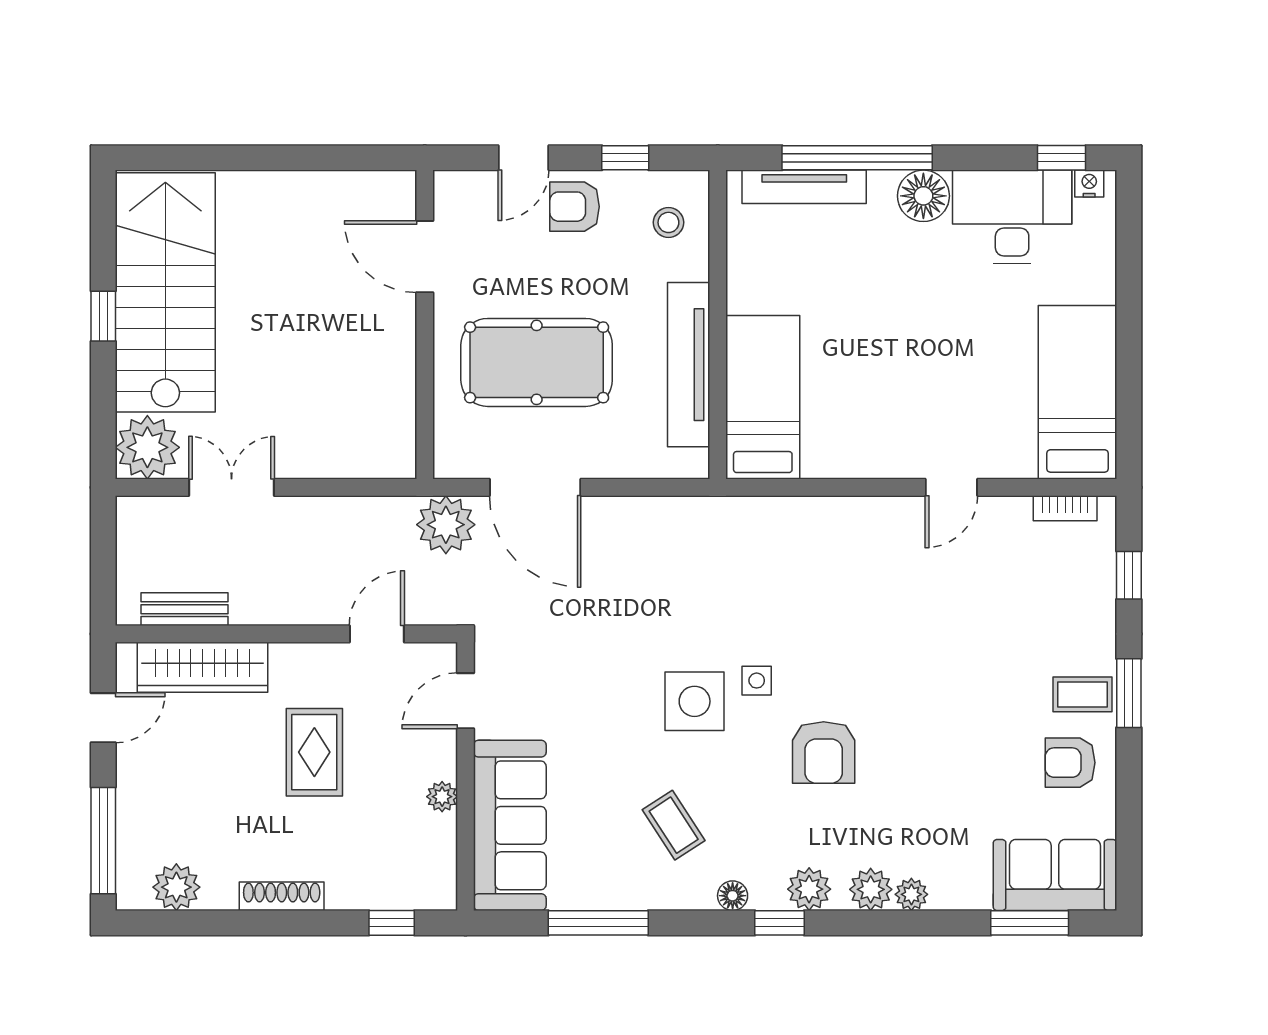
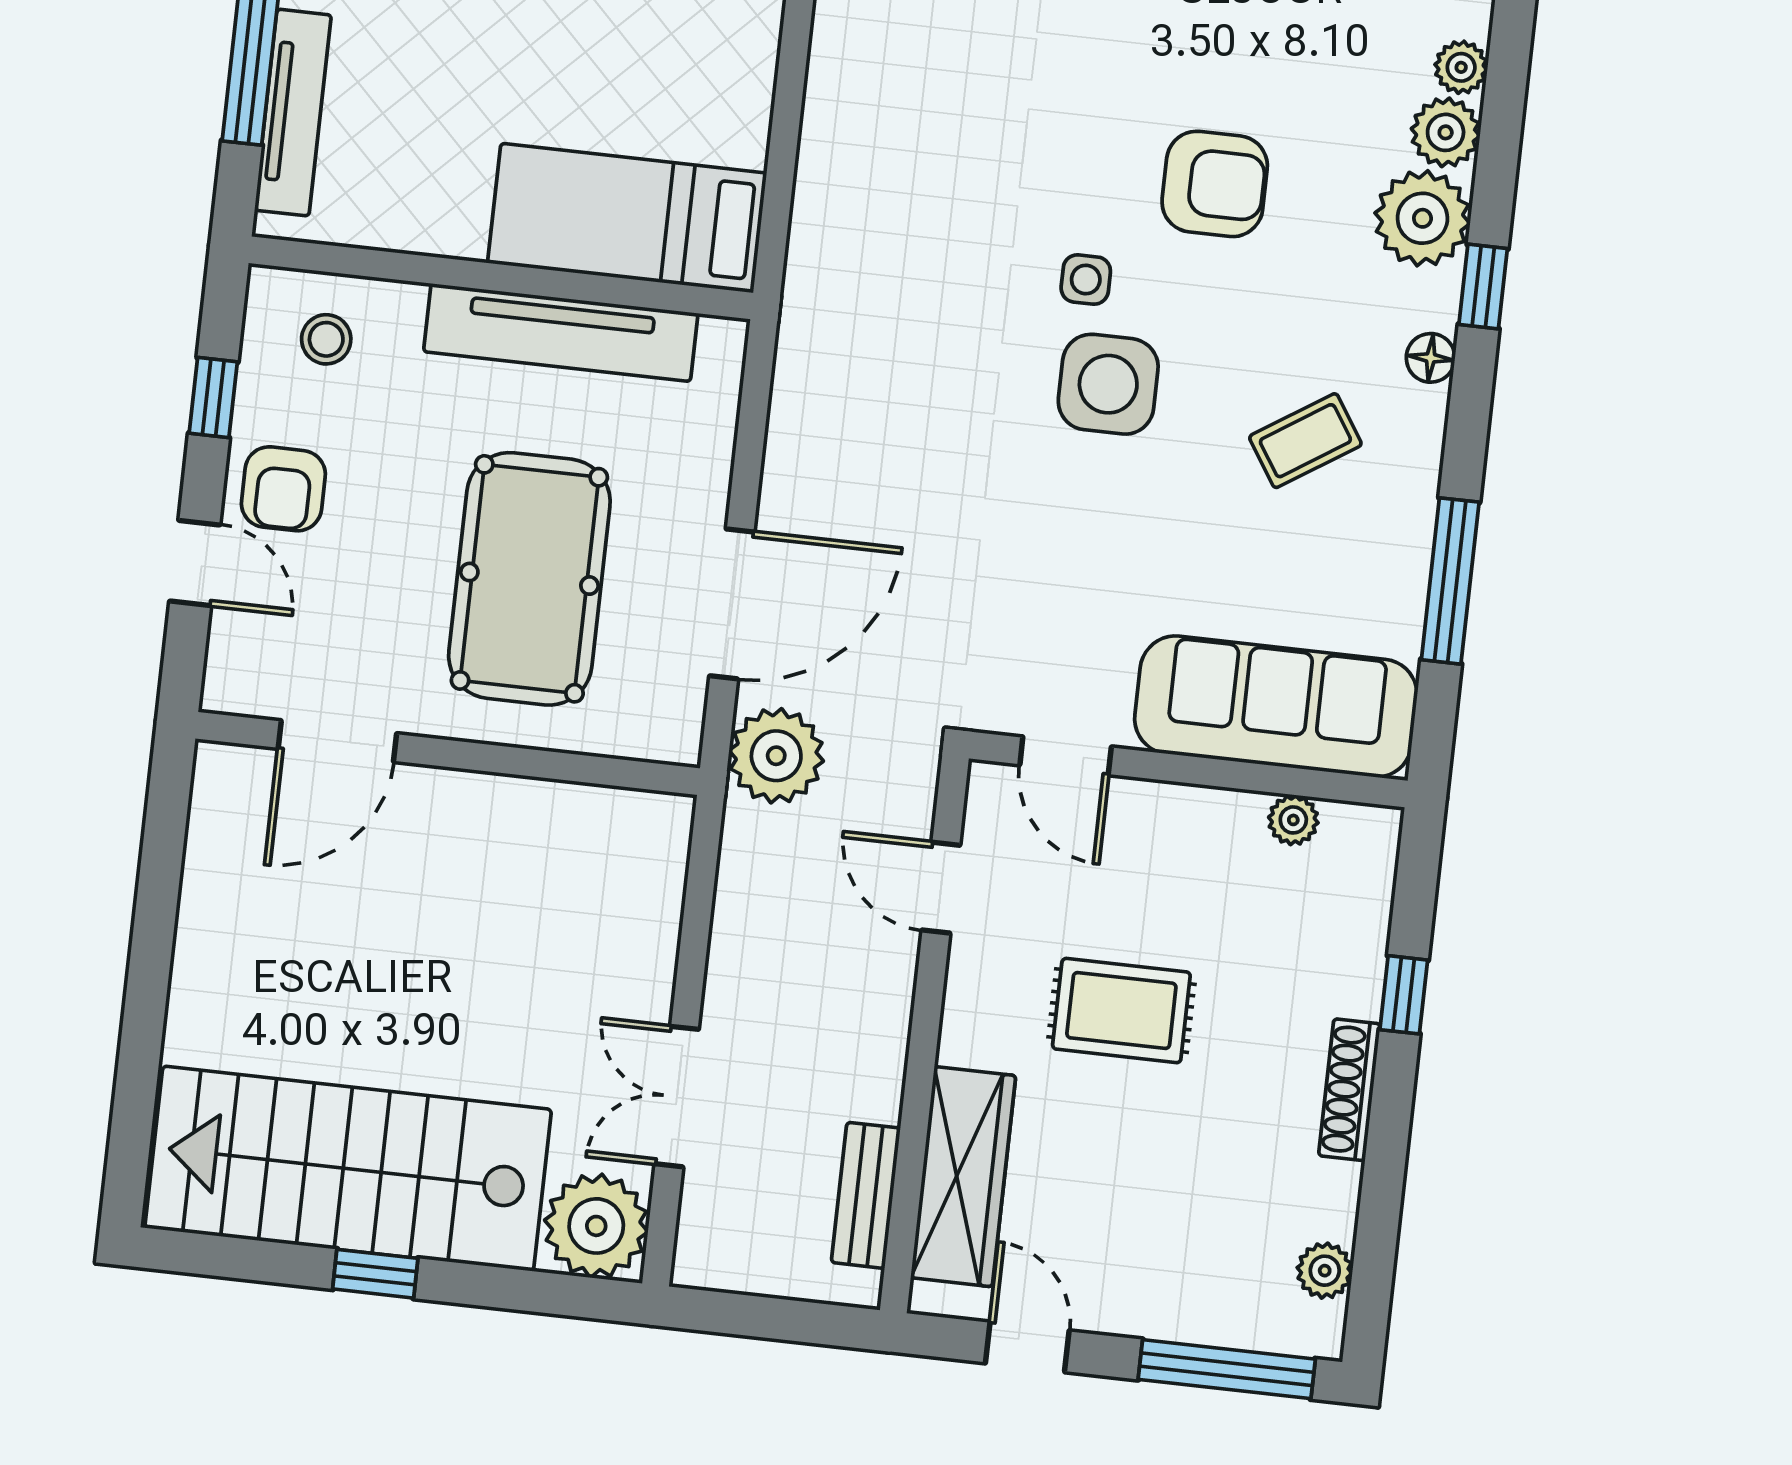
plant: (442, 797) -> (1293, 820), moved
plant: (176, 887) -> (1325, 1271), width x0.73, depth x0.73
plant: (809, 889) -> (1422, 218), width x1.36, depth x1.36
window: (392, 923) -> (1404, 995), moved

